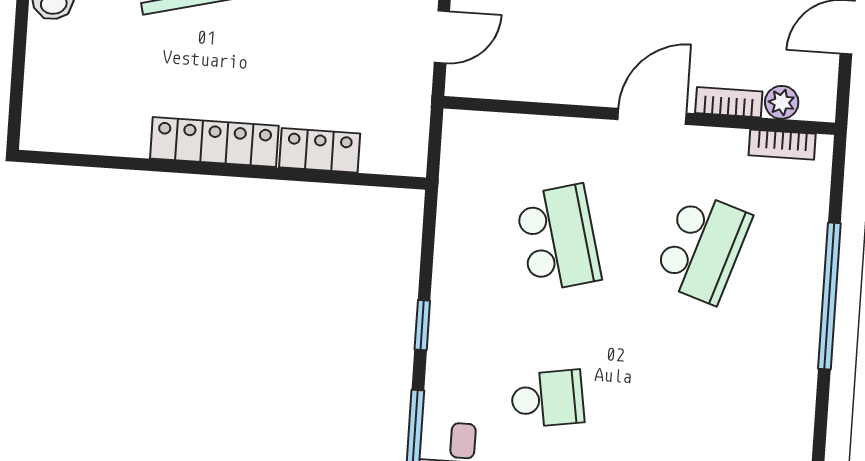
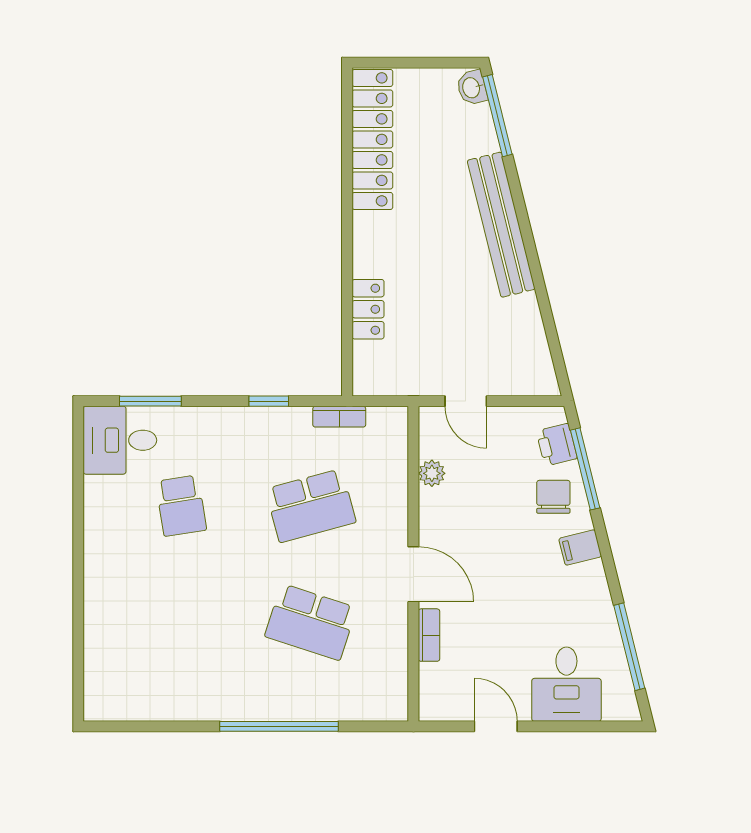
plant: (782, 102) -> (432, 473), moved
locker: (214, 142) -> (372, 139), moved, width x1.41, depth x1.21
bookcase: (782, 145) -> (339, 417), moved, turned -90
window: (422, 325) -> (269, 401), moved

